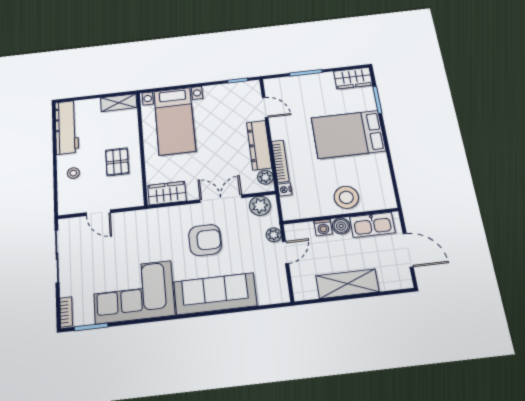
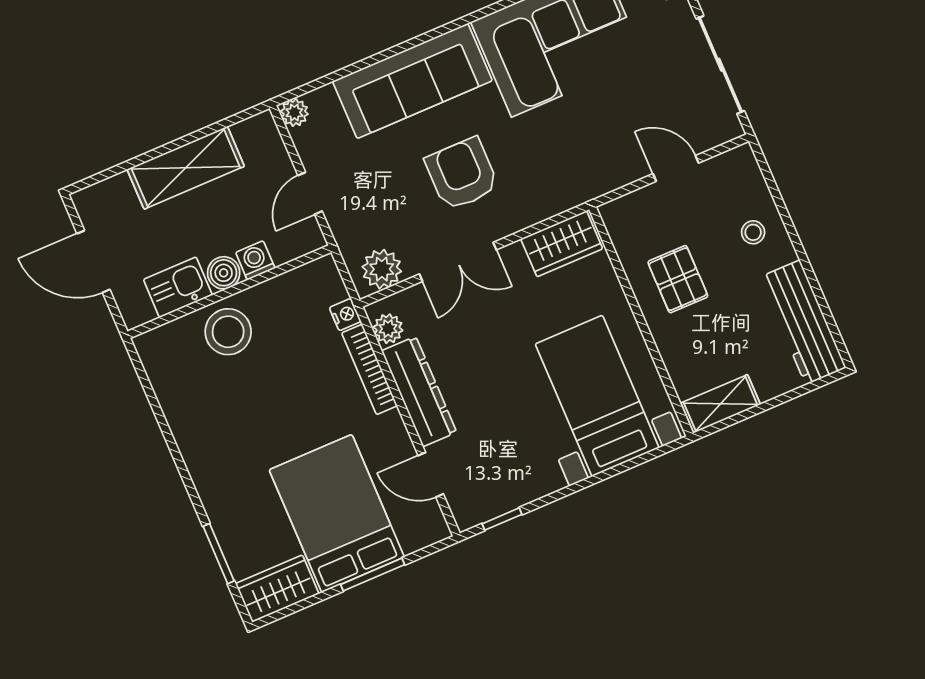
bed: (348, 134) -> (337, 513), moved, turned -90
kitchen sink: (372, 225) -> (178, 287), width x0.73
plant: (274, 235) -> (294, 113), moved
armchair: (205, 240) -> (462, 174), turned 90

